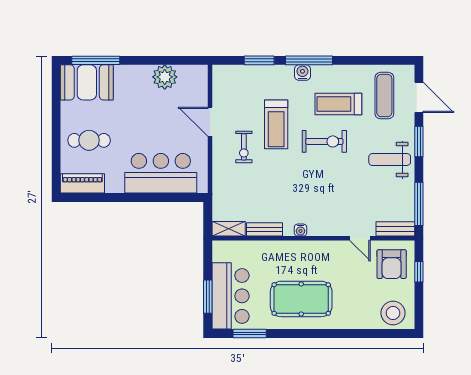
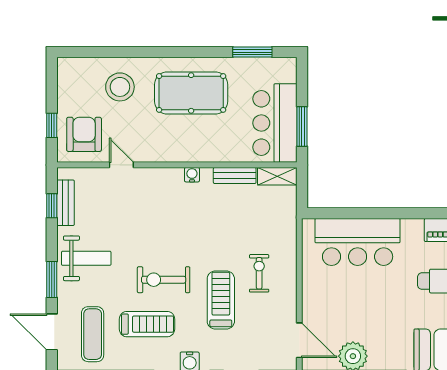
door: (210, 122) -> (299, 340), moved
window: (419, 204) -> (52, 206), width x0.46
bench: (395, 229) -> (65, 203), moved, turned 90
bar counter: (231, 296) -> (275, 123), moved
window: (208, 297) -> (302, 127), moved
stool: (393, 313) -> (120, 87), moved

